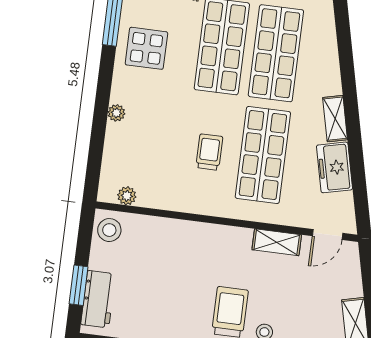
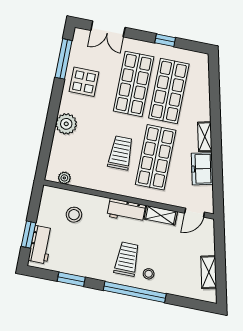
plant: (116, 113) -> (66, 124), width x1.87, depth x1.87
trolley: (209, 152) -> (121, 153), width x1.36, depth x1.39
stool: (109, 230) -> (74, 215), moved
workbench: (224, 239) -> (126, 211), added

